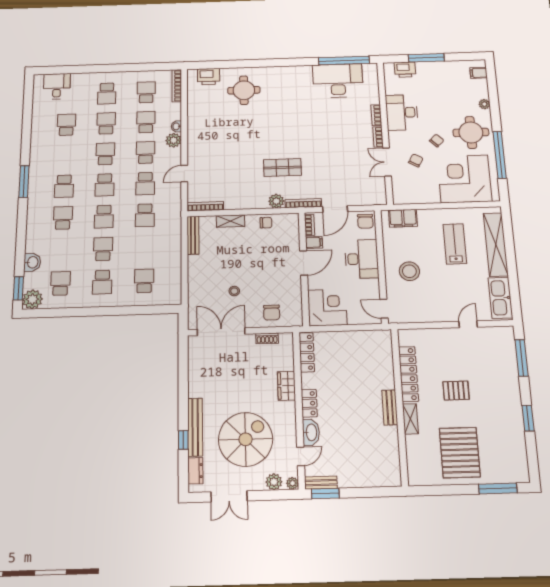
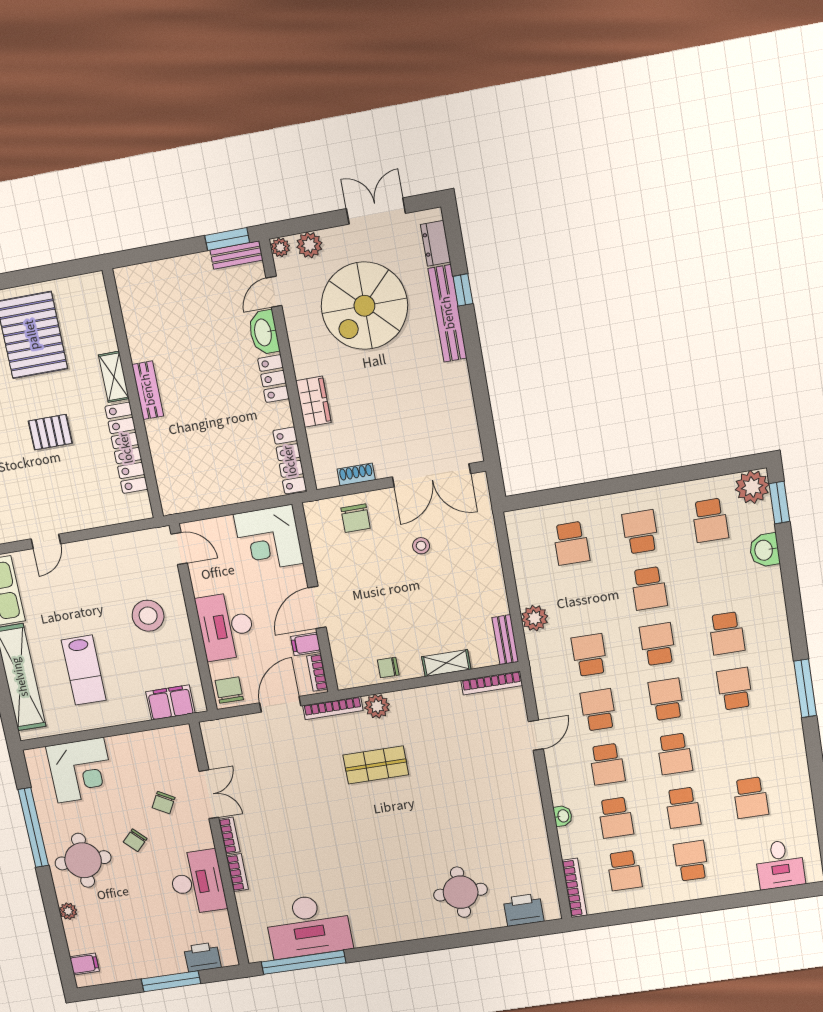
plant: (174, 140) -> (535, 618), moved
corner desk: (464, 179) -> (81, 770), width x0.74, depth x0.74
bench: (193, 235) -> (505, 640), width x0.73
chair: (272, 313) -> (356, 518), turned 180

